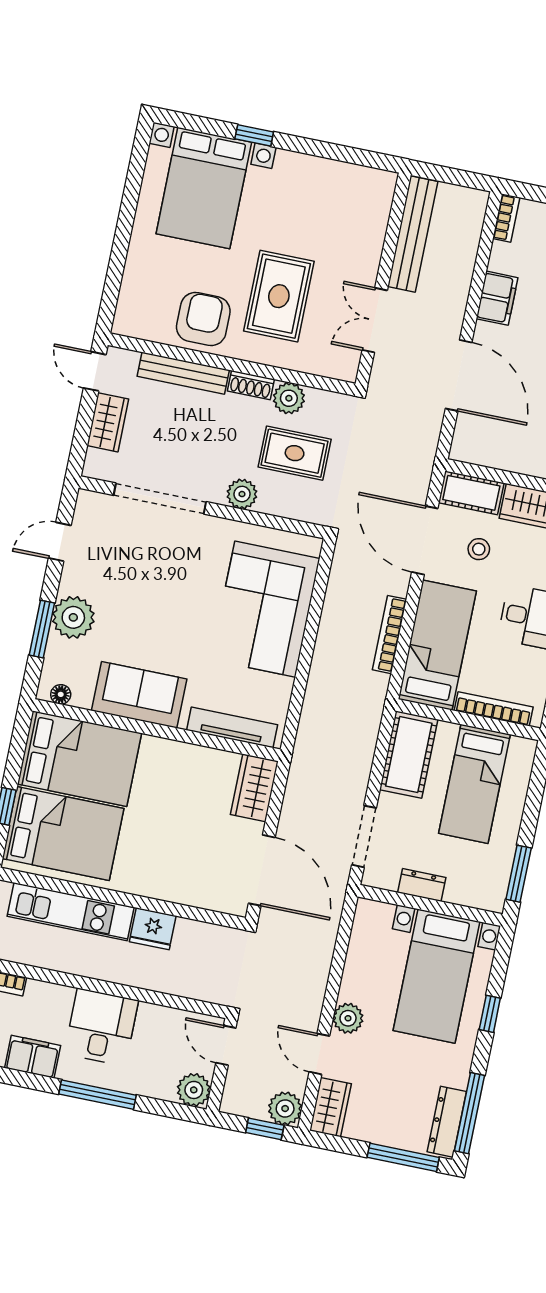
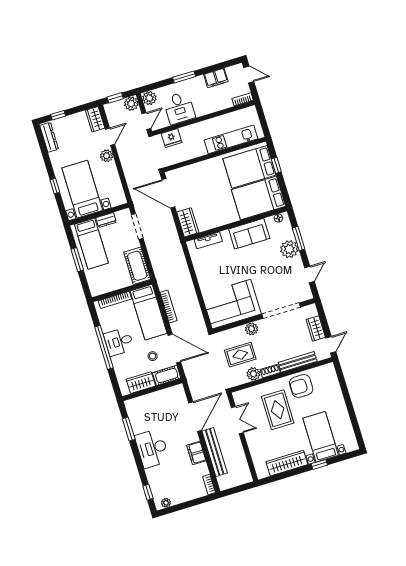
wardrobe: (320, 175) -> (287, 463), added
bed with nightstands: (204, 188) -> (321, 437), width x0.73
bench: (413, 234) -> (215, 452), moved
armchair: (203, 319) -> (301, 386), turned 90
door: (95, 371) -> (331, 345), hinge flipped
door: (459, 375) -> (195, 417), swing flipped
corner sofa: (265, 609) -> (231, 304), moved, turned -90
tv unit: (232, 727) -> (208, 240), width x0.71
bed: (474, 784) -> (91, 244), moved, turned 180
window: (519, 874) -> (77, 260), moved
fridge: (153, 929) -> (172, 138), moved, turned 180
desk: (101, 1027) -> (179, 108), moved
door: (226, 1045) -> (146, 121), hinge flipped
door: (319, 1054) -> (110, 137), hinge flipped
window: (98, 1095) -> (184, 77), width x0.69
plant: (285, 1109) -> (131, 104), moved
window: (469, 1113) -> (42, 145), removed
window: (403, 1157) -> (58, 115), width x0.46

